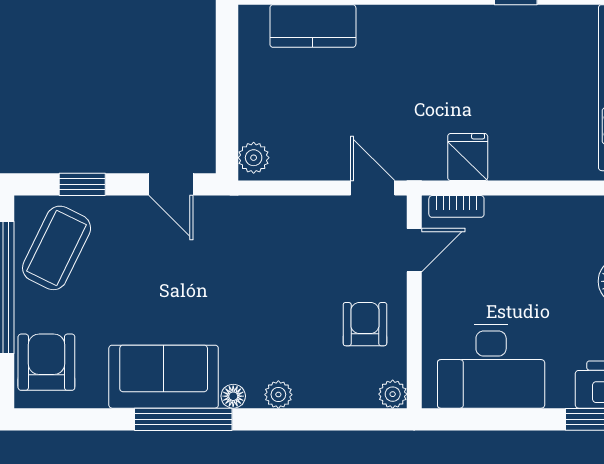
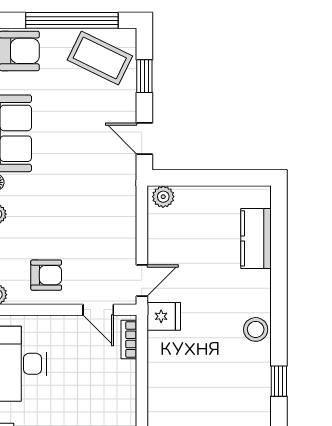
stool: (442, 26) -> (256, 329), added
fridge: (468, 157) -> (164, 316), moved
door: (171, 184) -> (144, 138), hinge flipped

